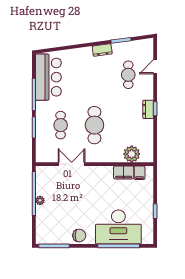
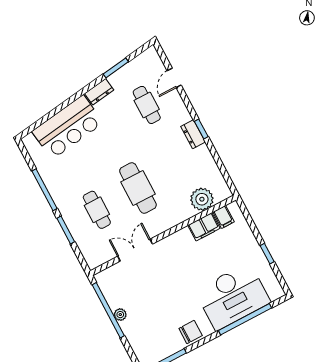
bar counter: (48, 77) -> (68, 127), moved, turned 82

